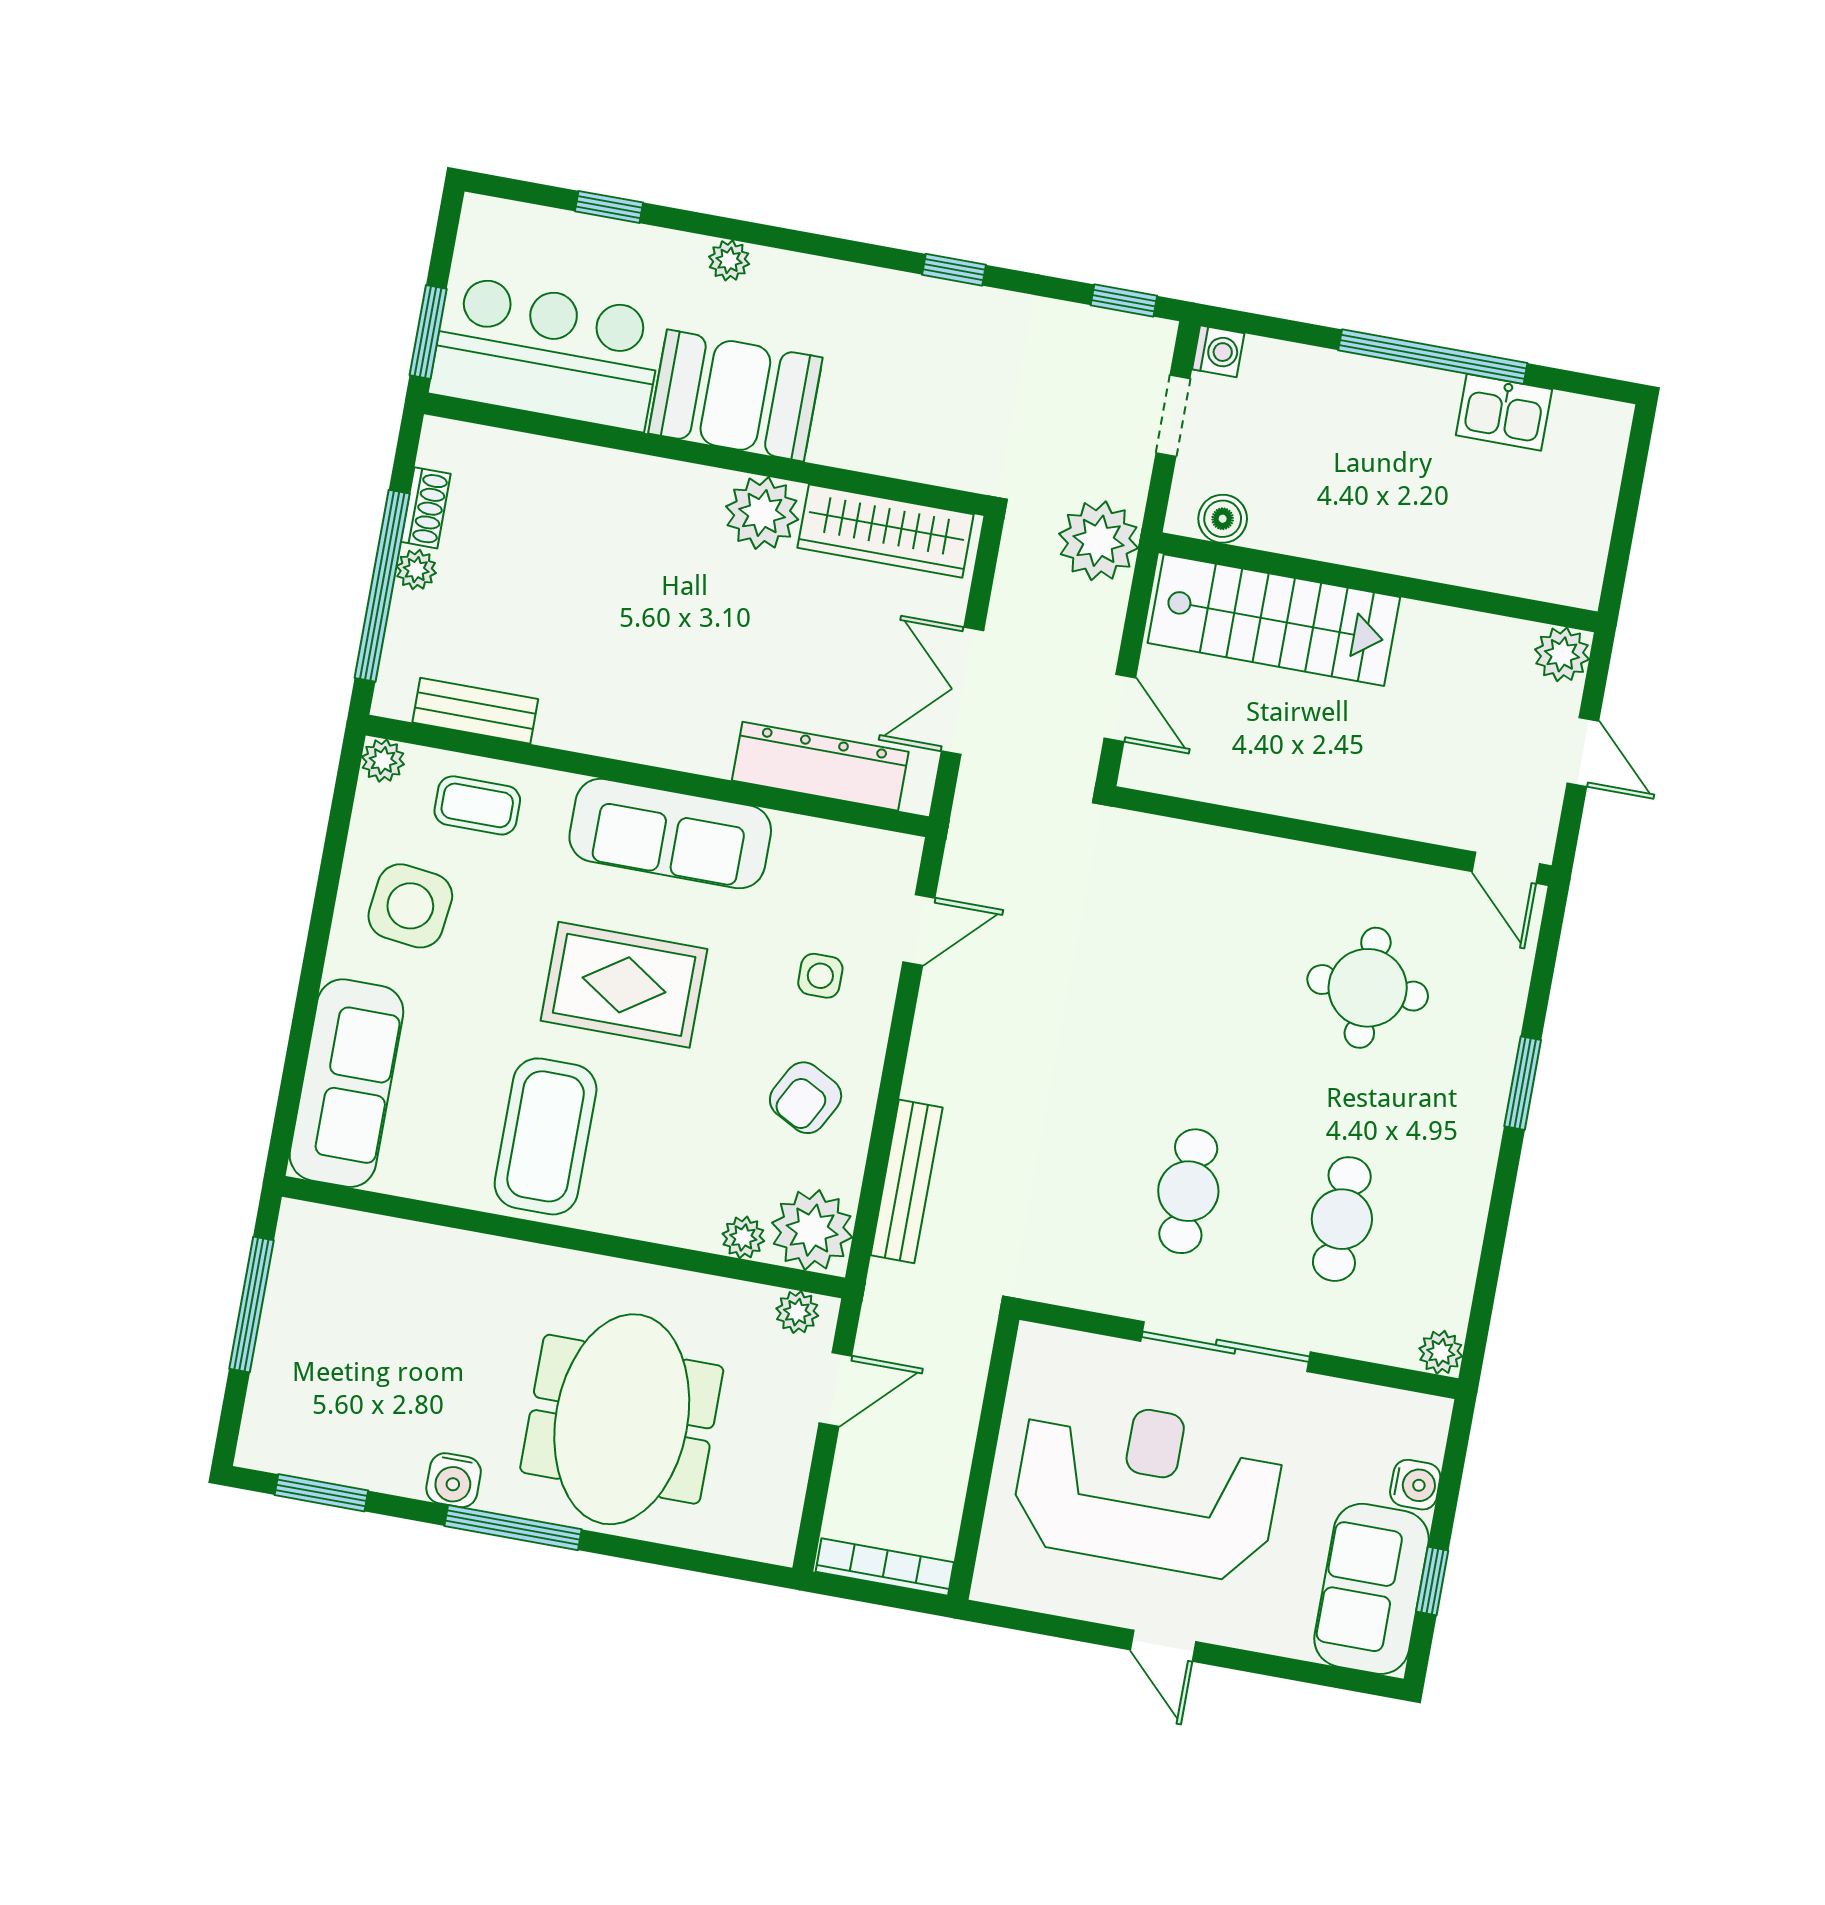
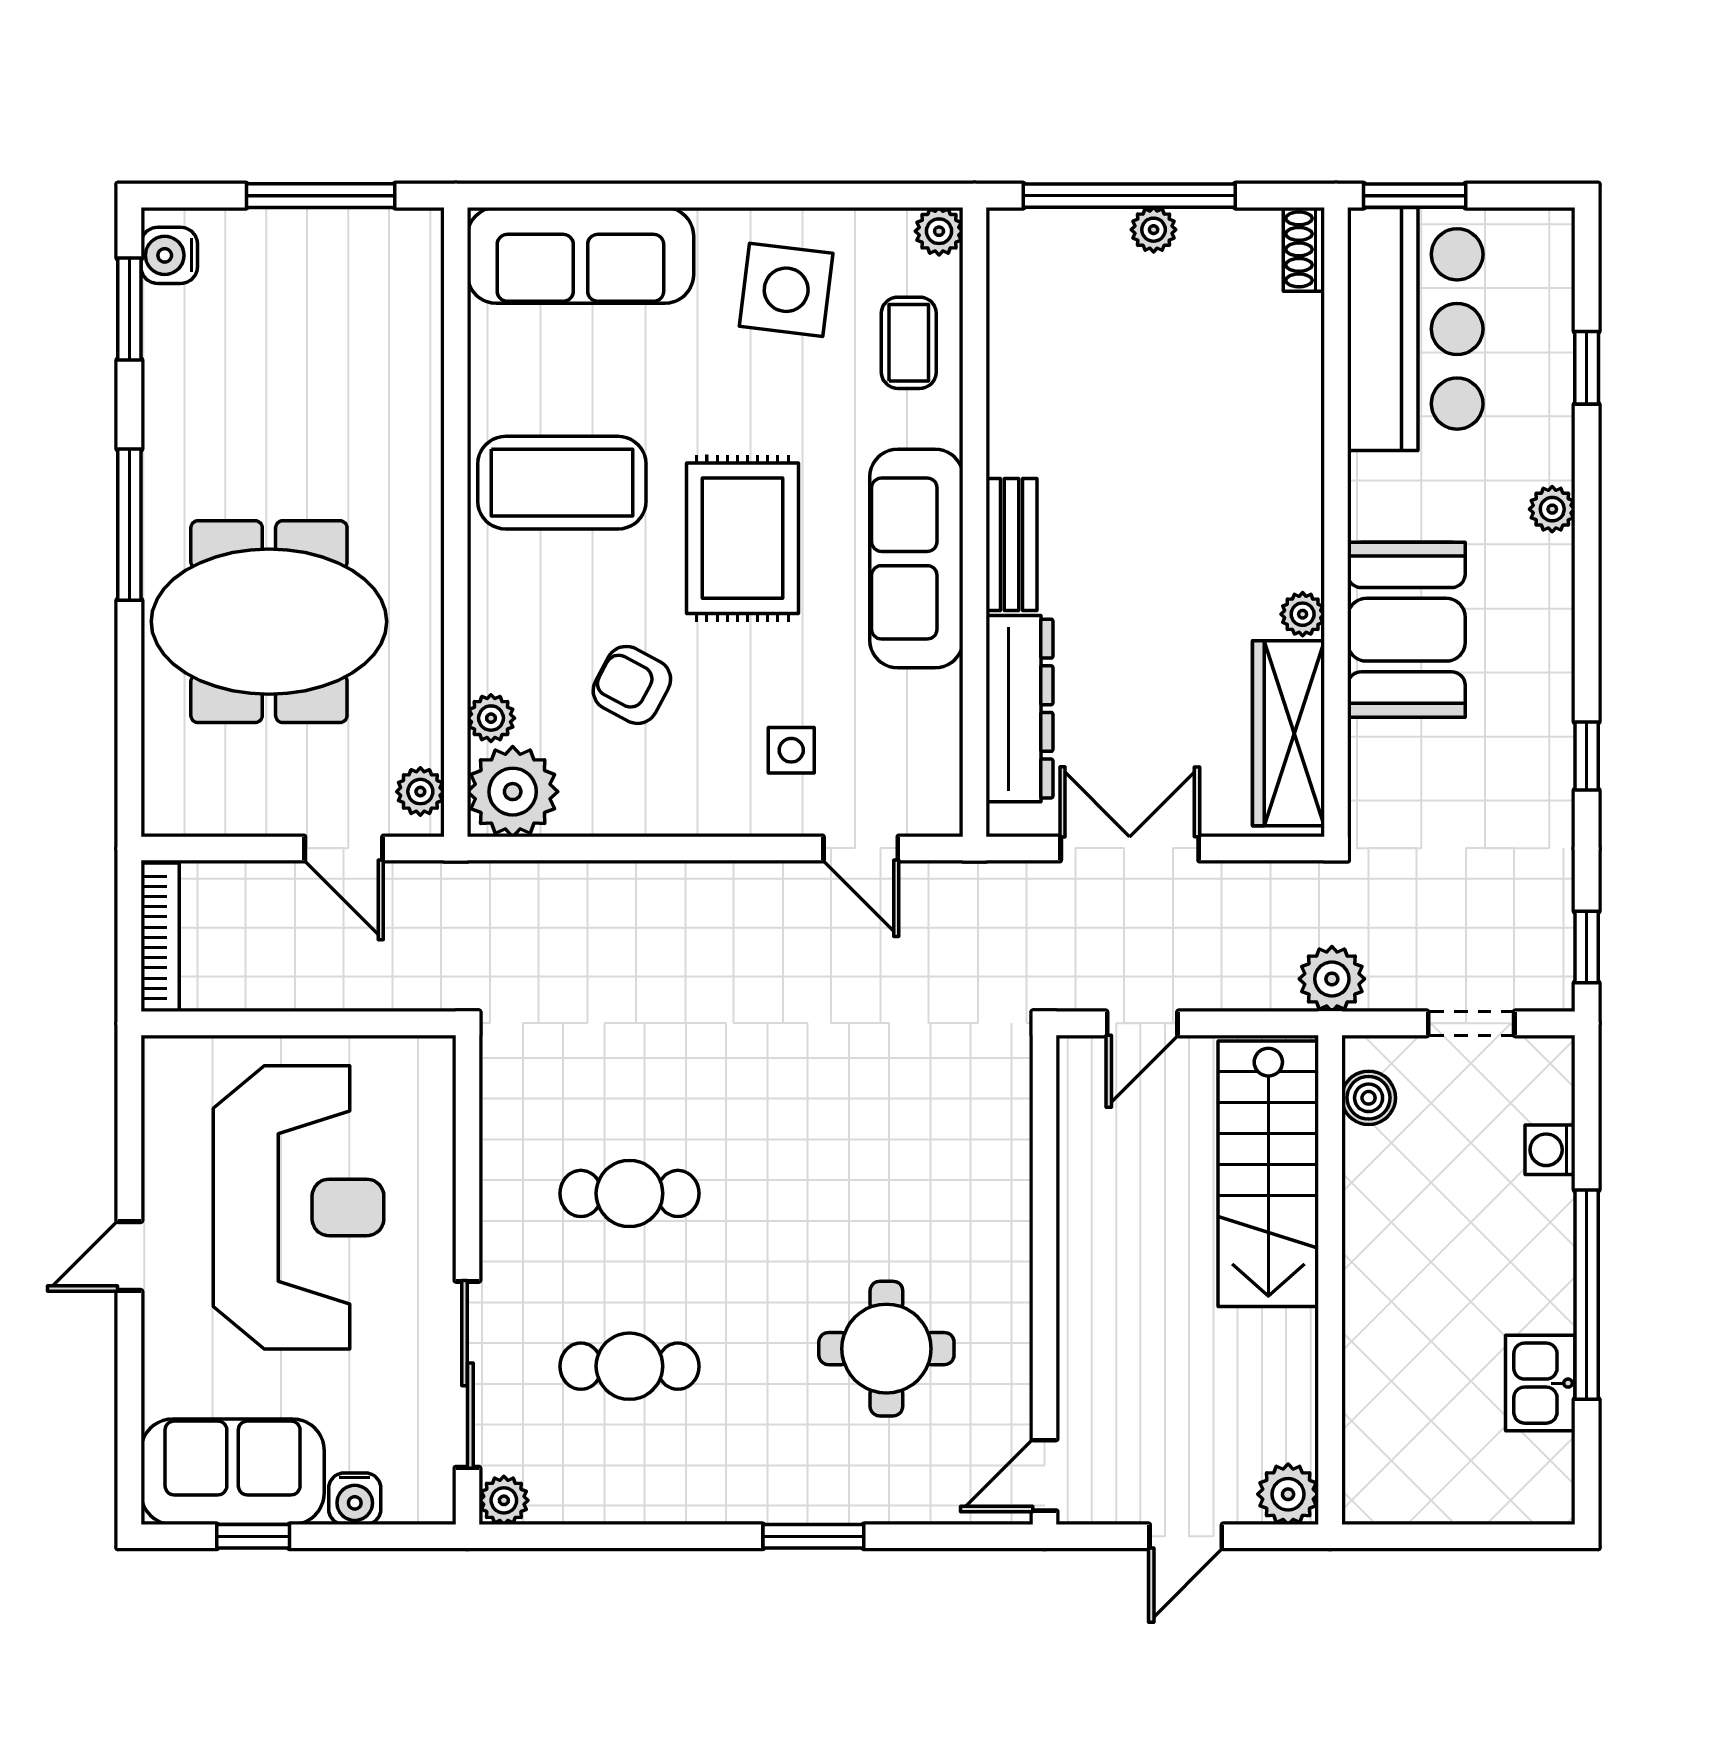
washing machine: (1218, 351) -> (1550, 1150), moved, turned 90
booth: (735, 395) -> (1406, 630), moved
shoe rack: (426, 508) -> (1304, 249), moved, turned 90
plant: (762, 513) -> (1303, 614), width x0.53, depth x0.53
plant: (1099, 541) -> (1332, 979), width x0.73, depth x0.73
bench: (475, 711) -> (1012, 544), moved
armchair: (806, 1098) -> (632, 685), moved
bench: (907, 1181) -> (584, 885), removed
sliding door: (1226, 1347) -> (467, 1374), moved
water cooler: (454, 1480) -> (169, 255), moved

